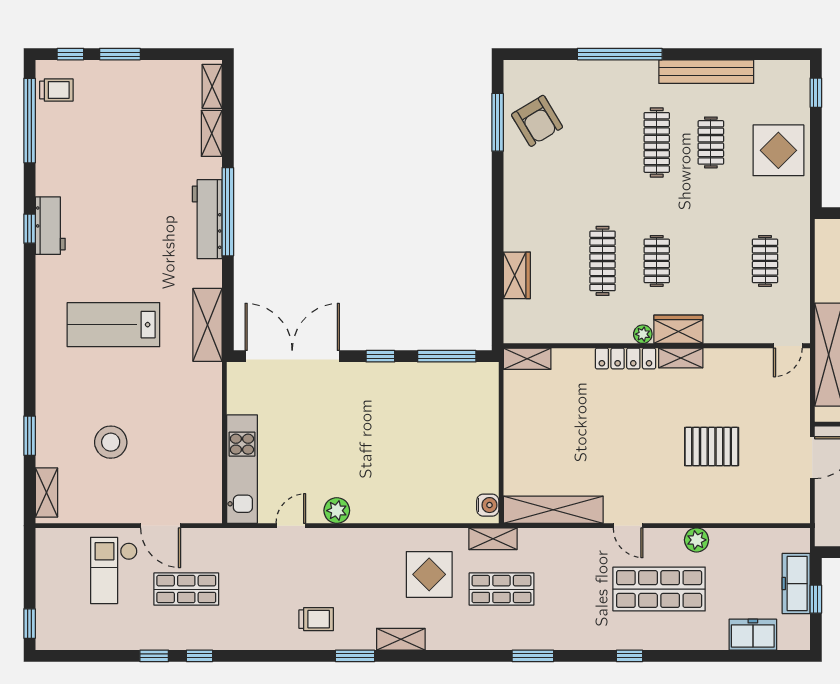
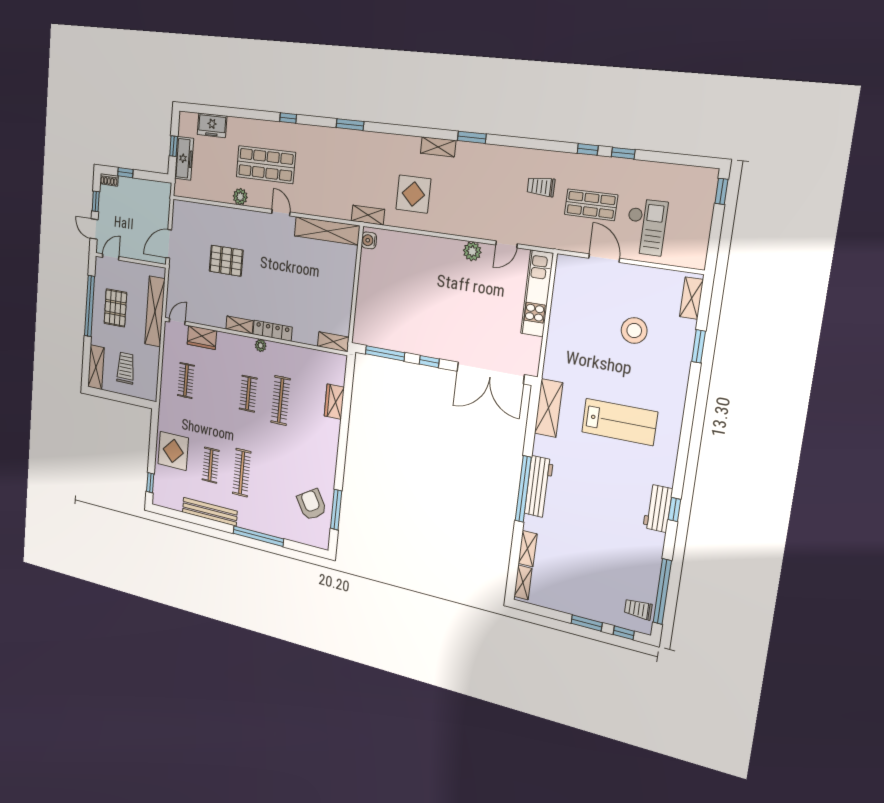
wardrobe: (678, 329) -> (202, 337), moved
shop shelf: (501, 589) -> (366, 177), removed
trolley: (316, 619) -> (541, 187), moved

